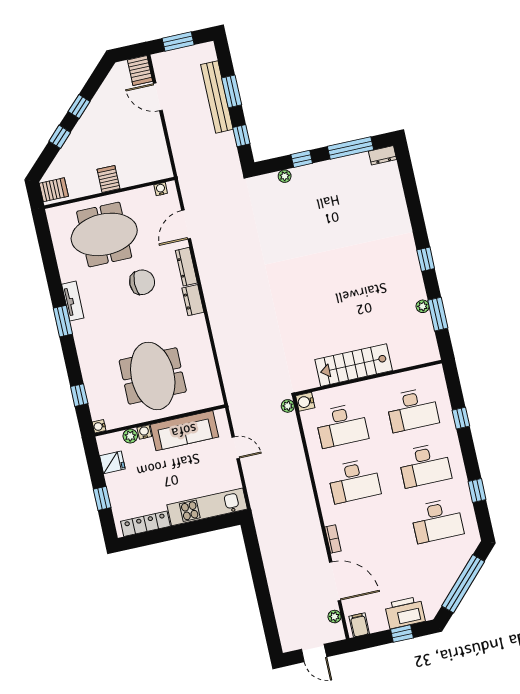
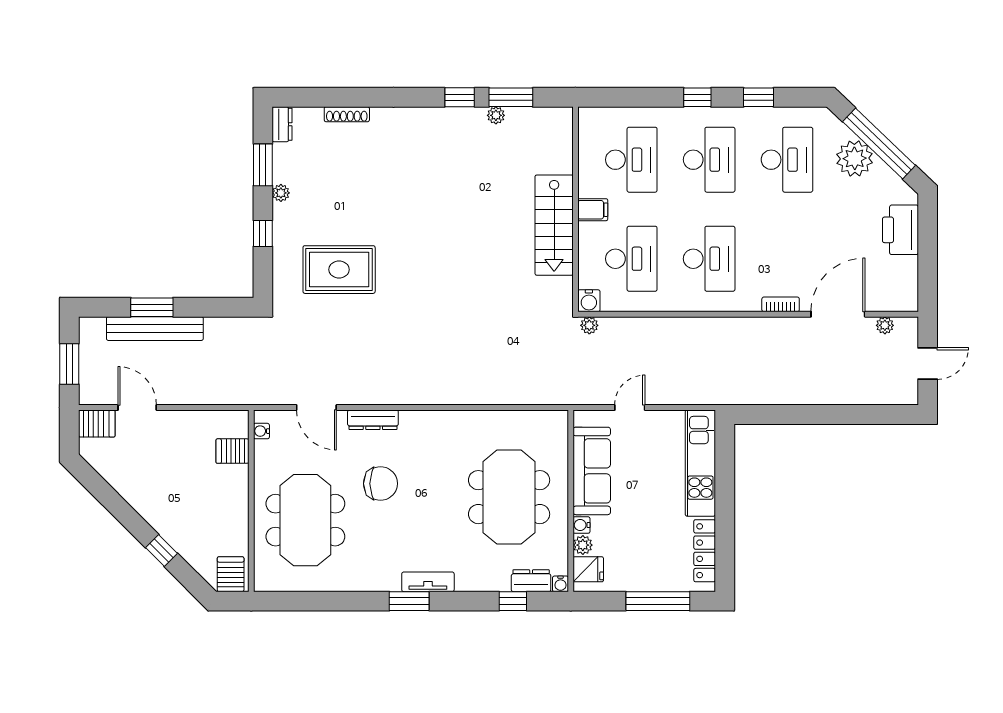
door: (158, 97) -> (137, 407), swing flipped
window: (79, 107) -> (127, 516), removed
window: (241, 136) -> (214, 307), removed
window: (351, 148) -> (263, 165), width x0.69
plant: (285, 176) -> (281, 193), moved
server rack: (108, 179) -> (232, 451), moved
shoe rack: (400, 200) -> (347, 114), added
rug: (288, 219) -> (339, 270), added
window: (426, 259) -> (460, 97), moved
chair: (142, 282) -> (381, 484), turned 90
dresser: (193, 300) -> (531, 581), moved, turned 180
tv unit: (73, 301) -> (428, 582), moved
meeting table: (153, 376) -> (509, 497), turned 90
window: (461, 418) -> (697, 97), moved
fridge: (112, 462) -> (588, 569), moved, turned 90
window: (102, 498) -> (658, 601), width x2.17
plant: (449, 569) -> (855, 158), added
filing cabinet: (359, 625) -> (593, 210), moved, turned 180
window: (402, 634) -> (928, 240), removed

